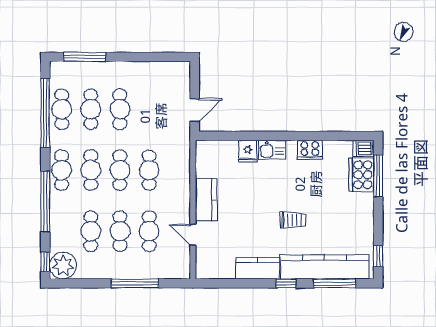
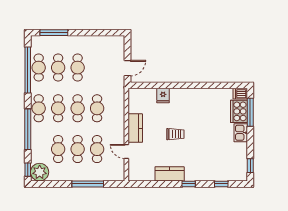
kitchen sink: (272, 150) -> (241, 133), moved, turned 90
cooker: (310, 150) -> (205, 95), removed
trolley: (293, 220) -> (175, 134), moved
kitchen counter: (325, 267) -> (214, 173), removed
window: (335, 283) -> (221, 184), width x0.46

